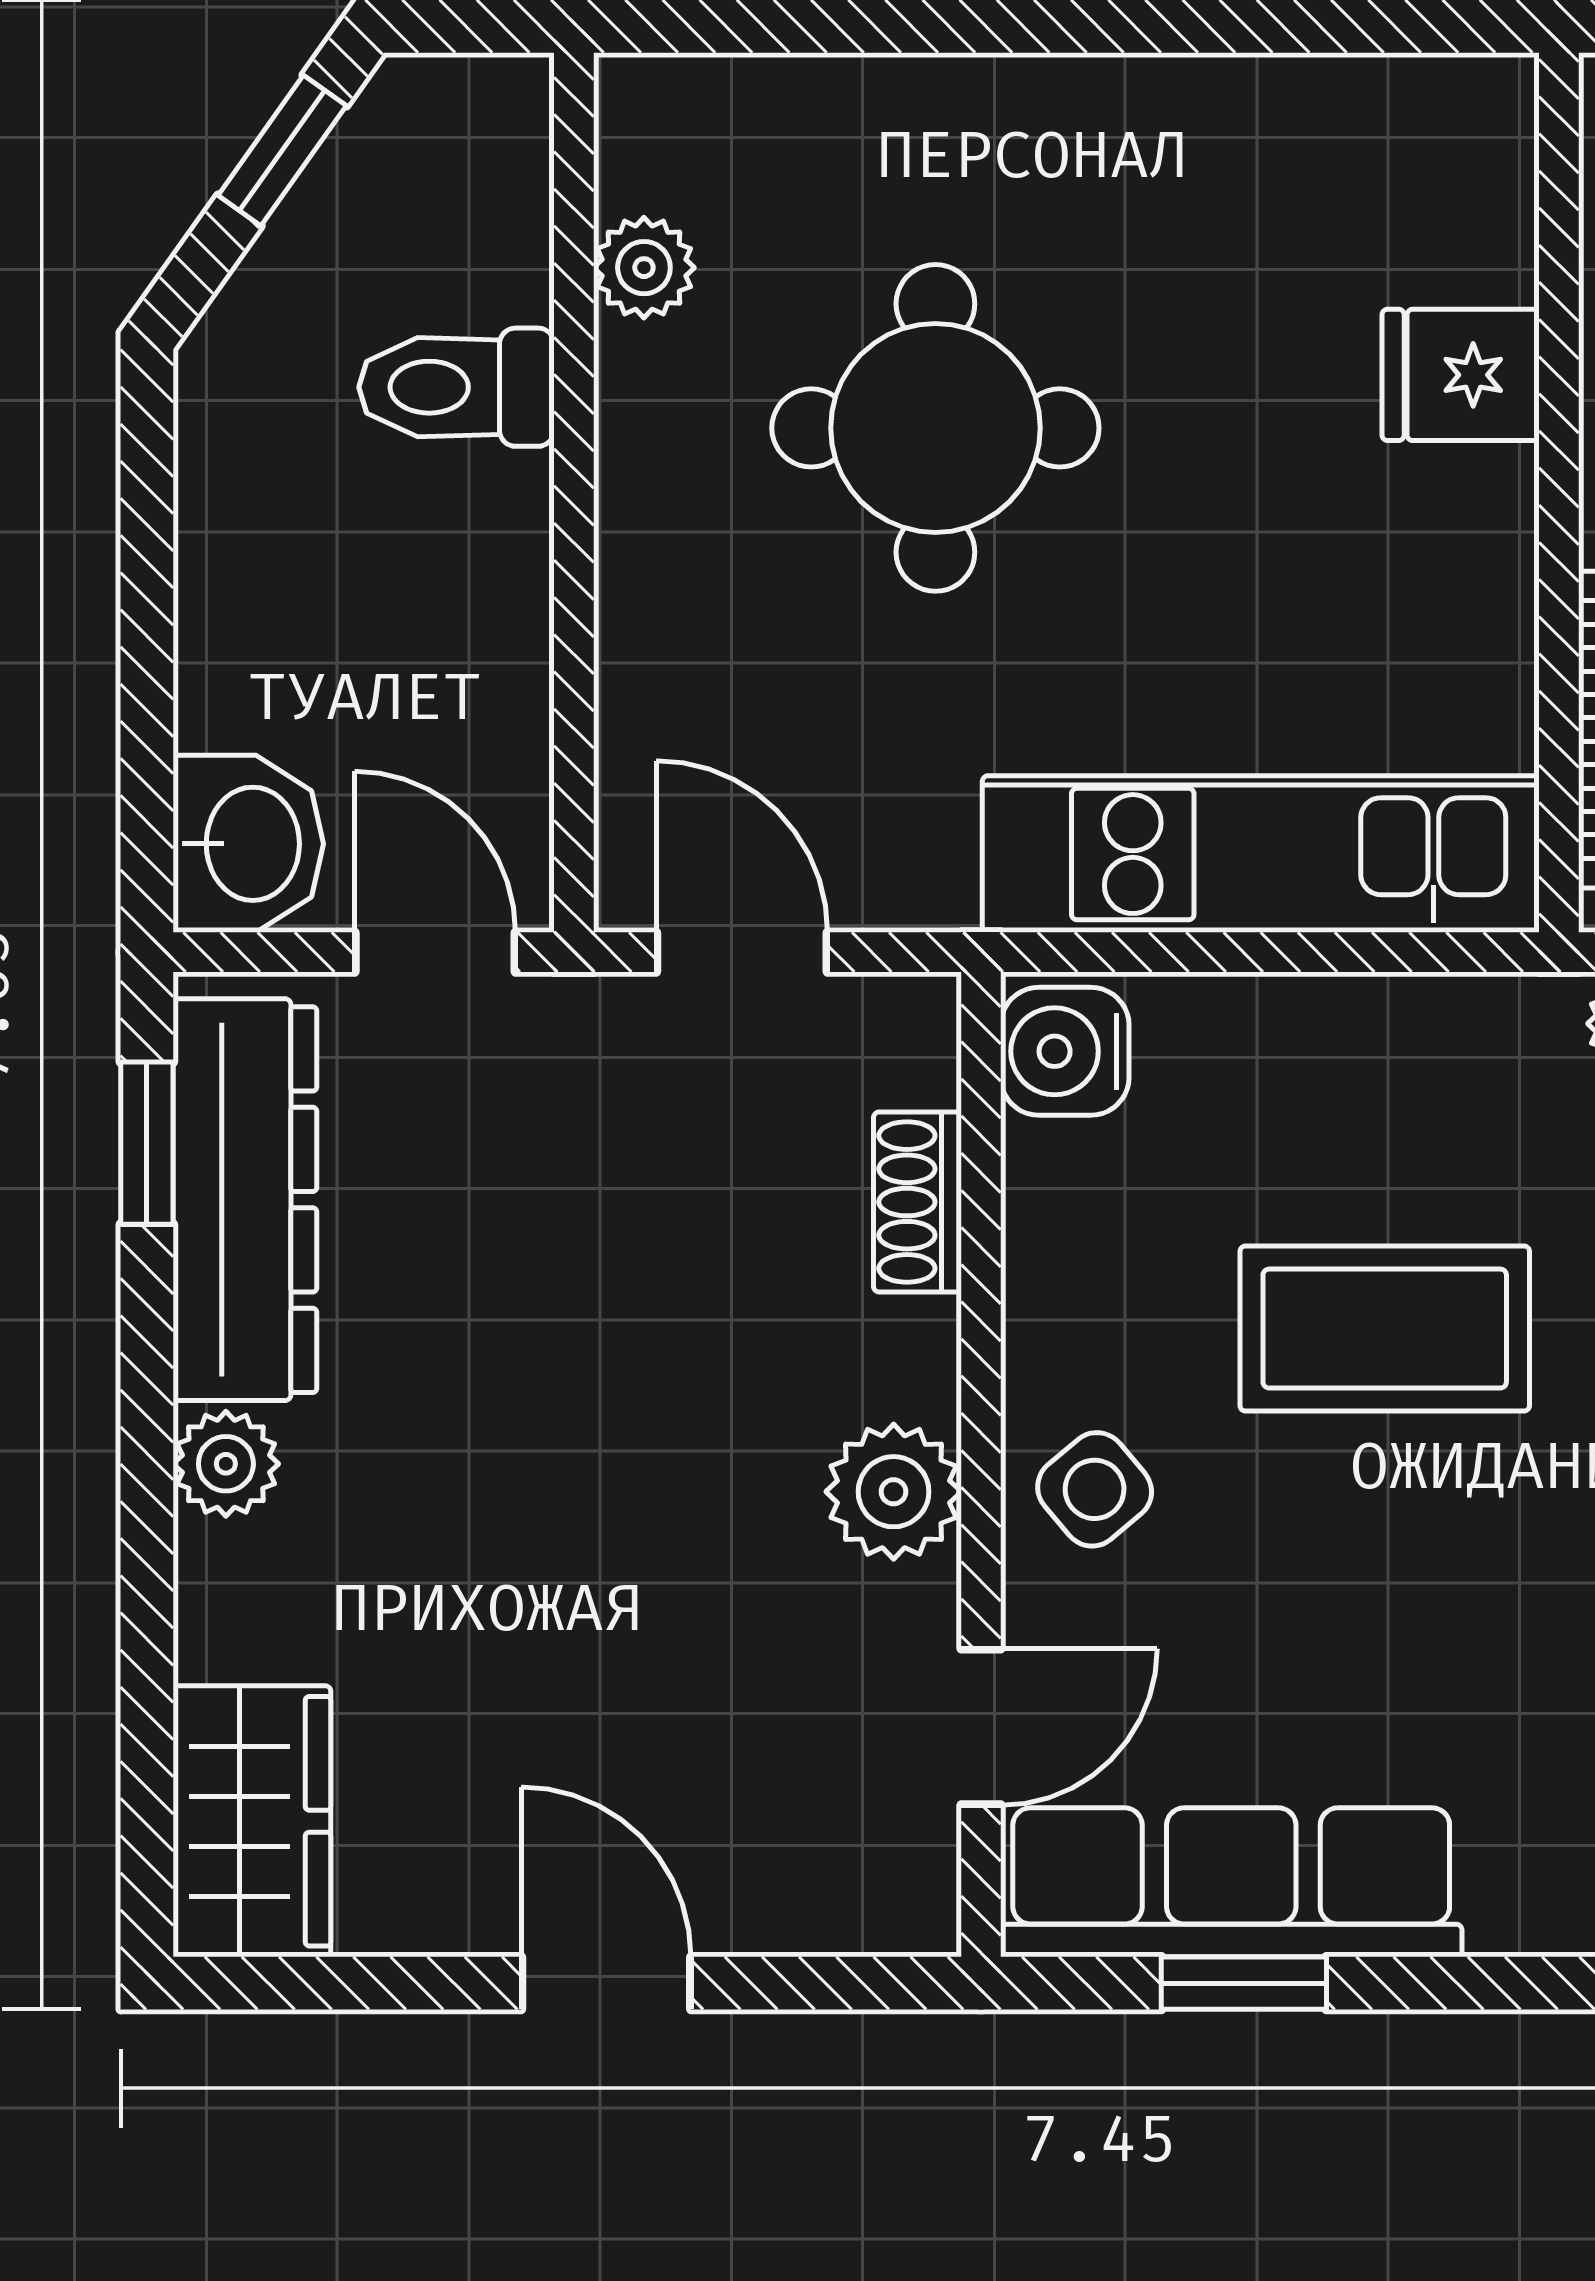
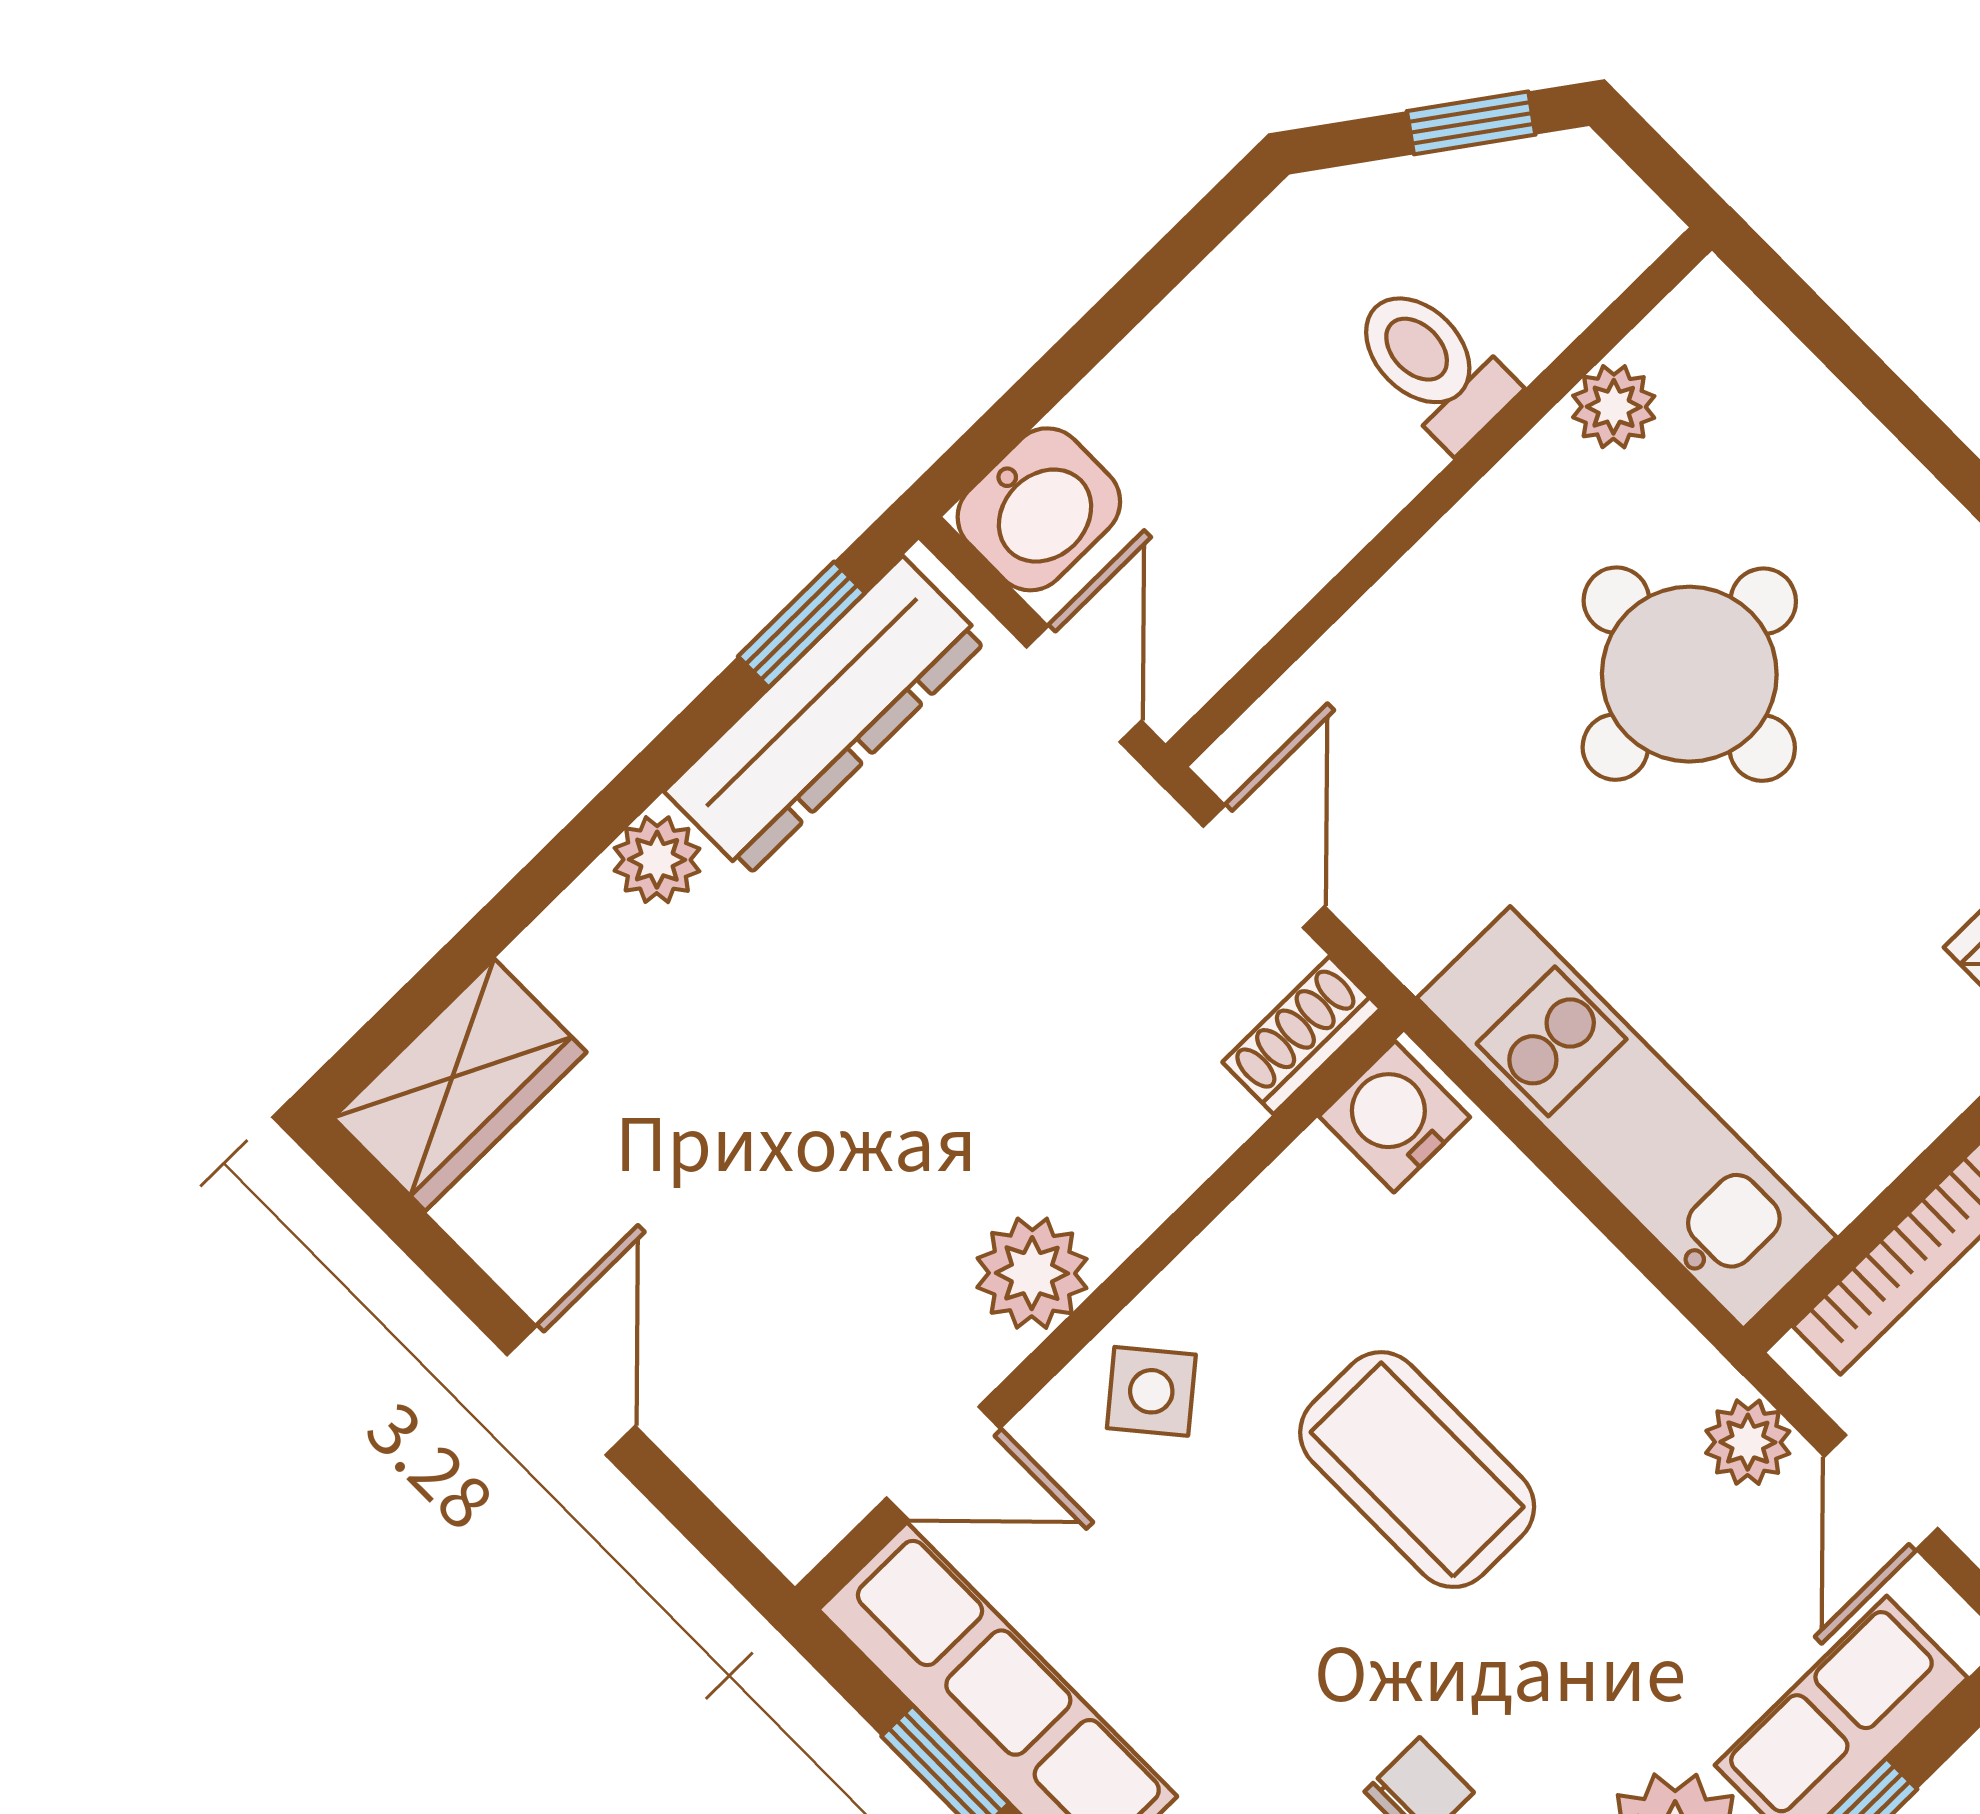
shoe rack: (917, 1202) -> (1302, 1035), moved

